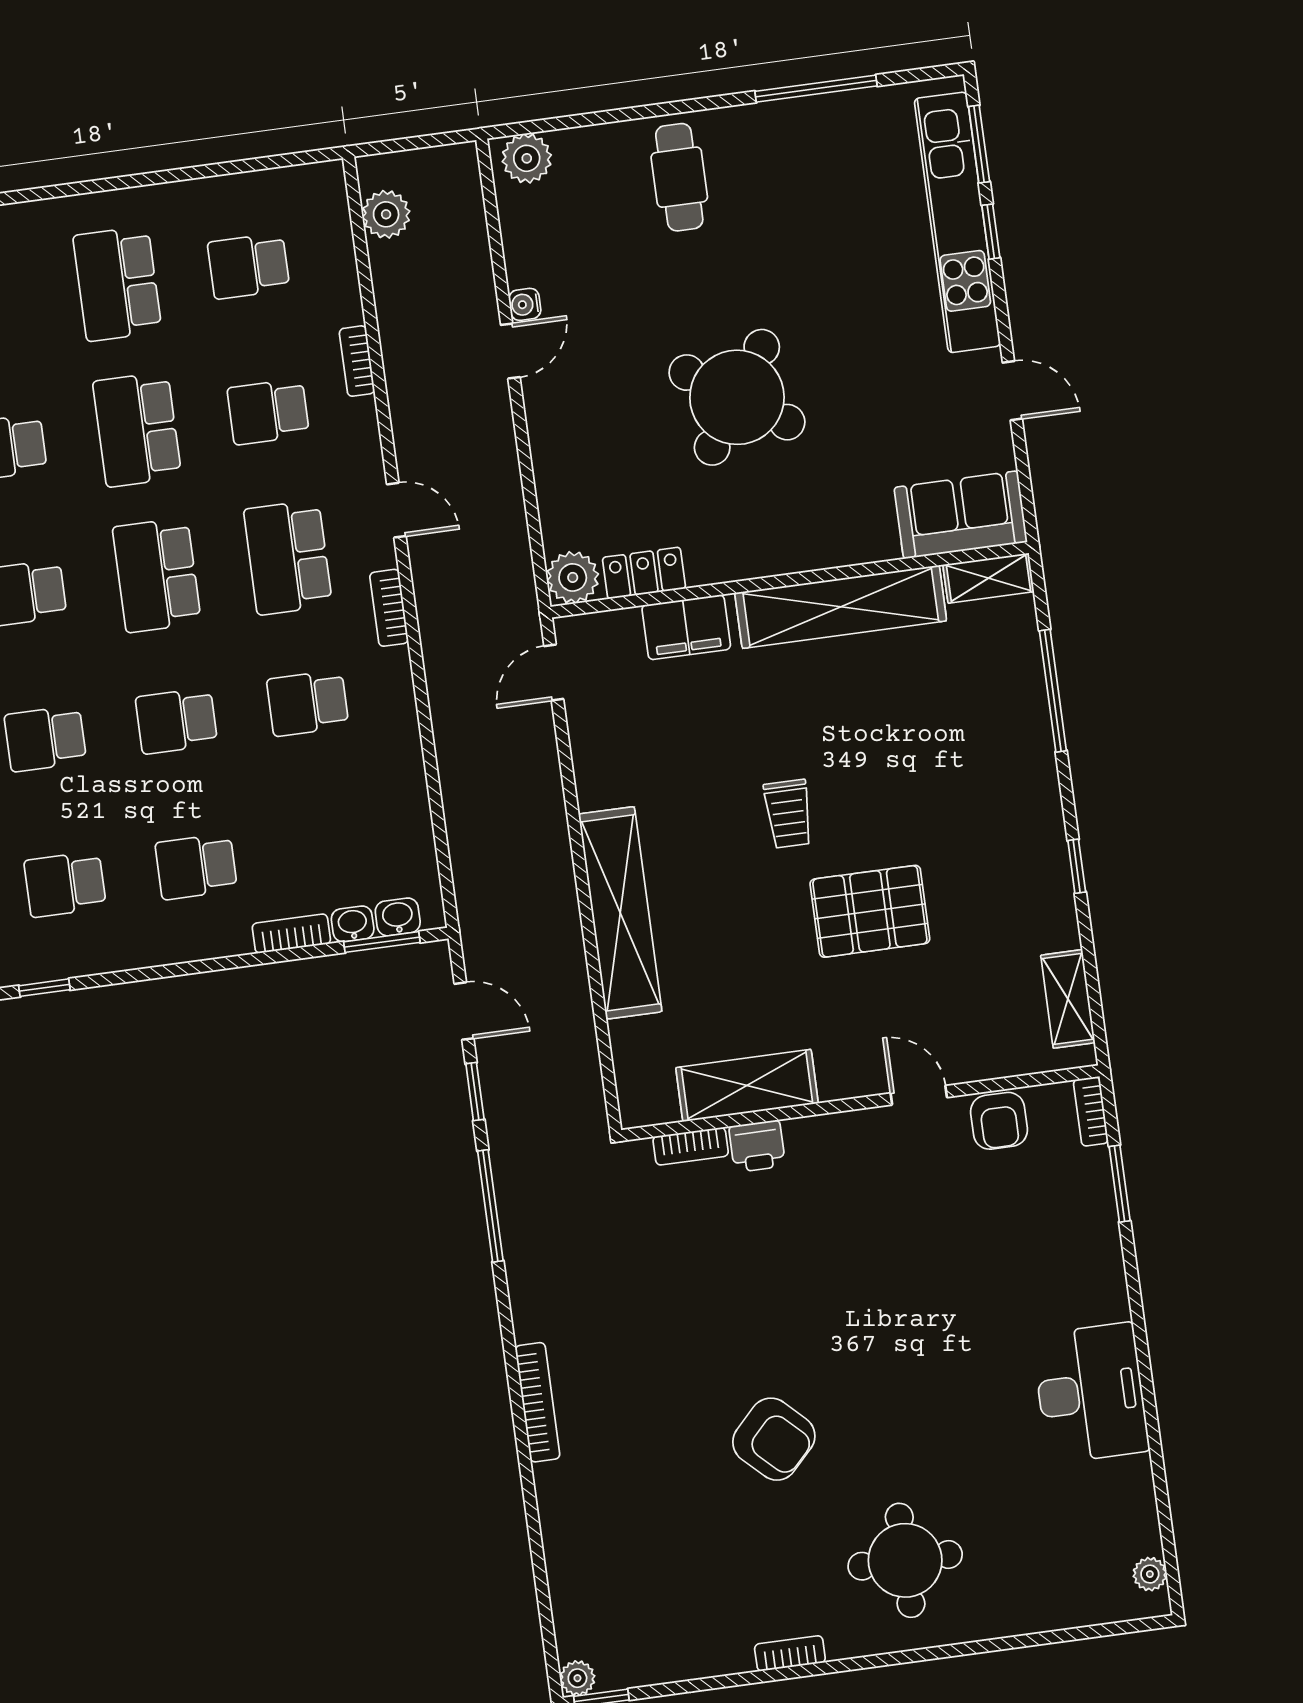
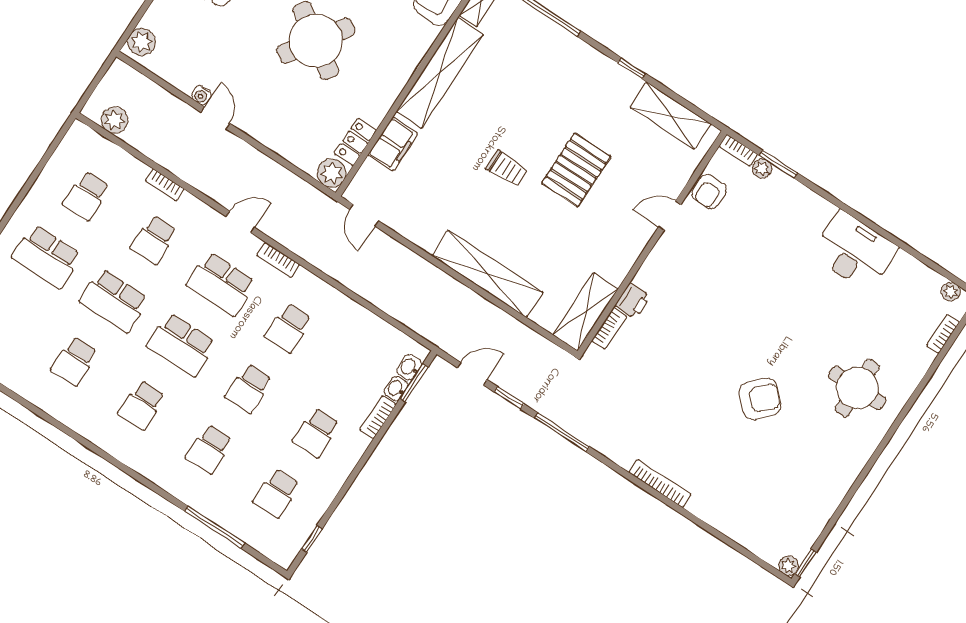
shelving: (1068, 999) -> (670, 116), width x1.50, depth x1.33
shelving: (747, 1085) -> (585, 312), moved
armchair: (999, 1121) -> (709, 192), turned 90
plant: (1094, 1166) -> (762, 168), added
bookcase: (790, 1653) -> (943, 334), moved

